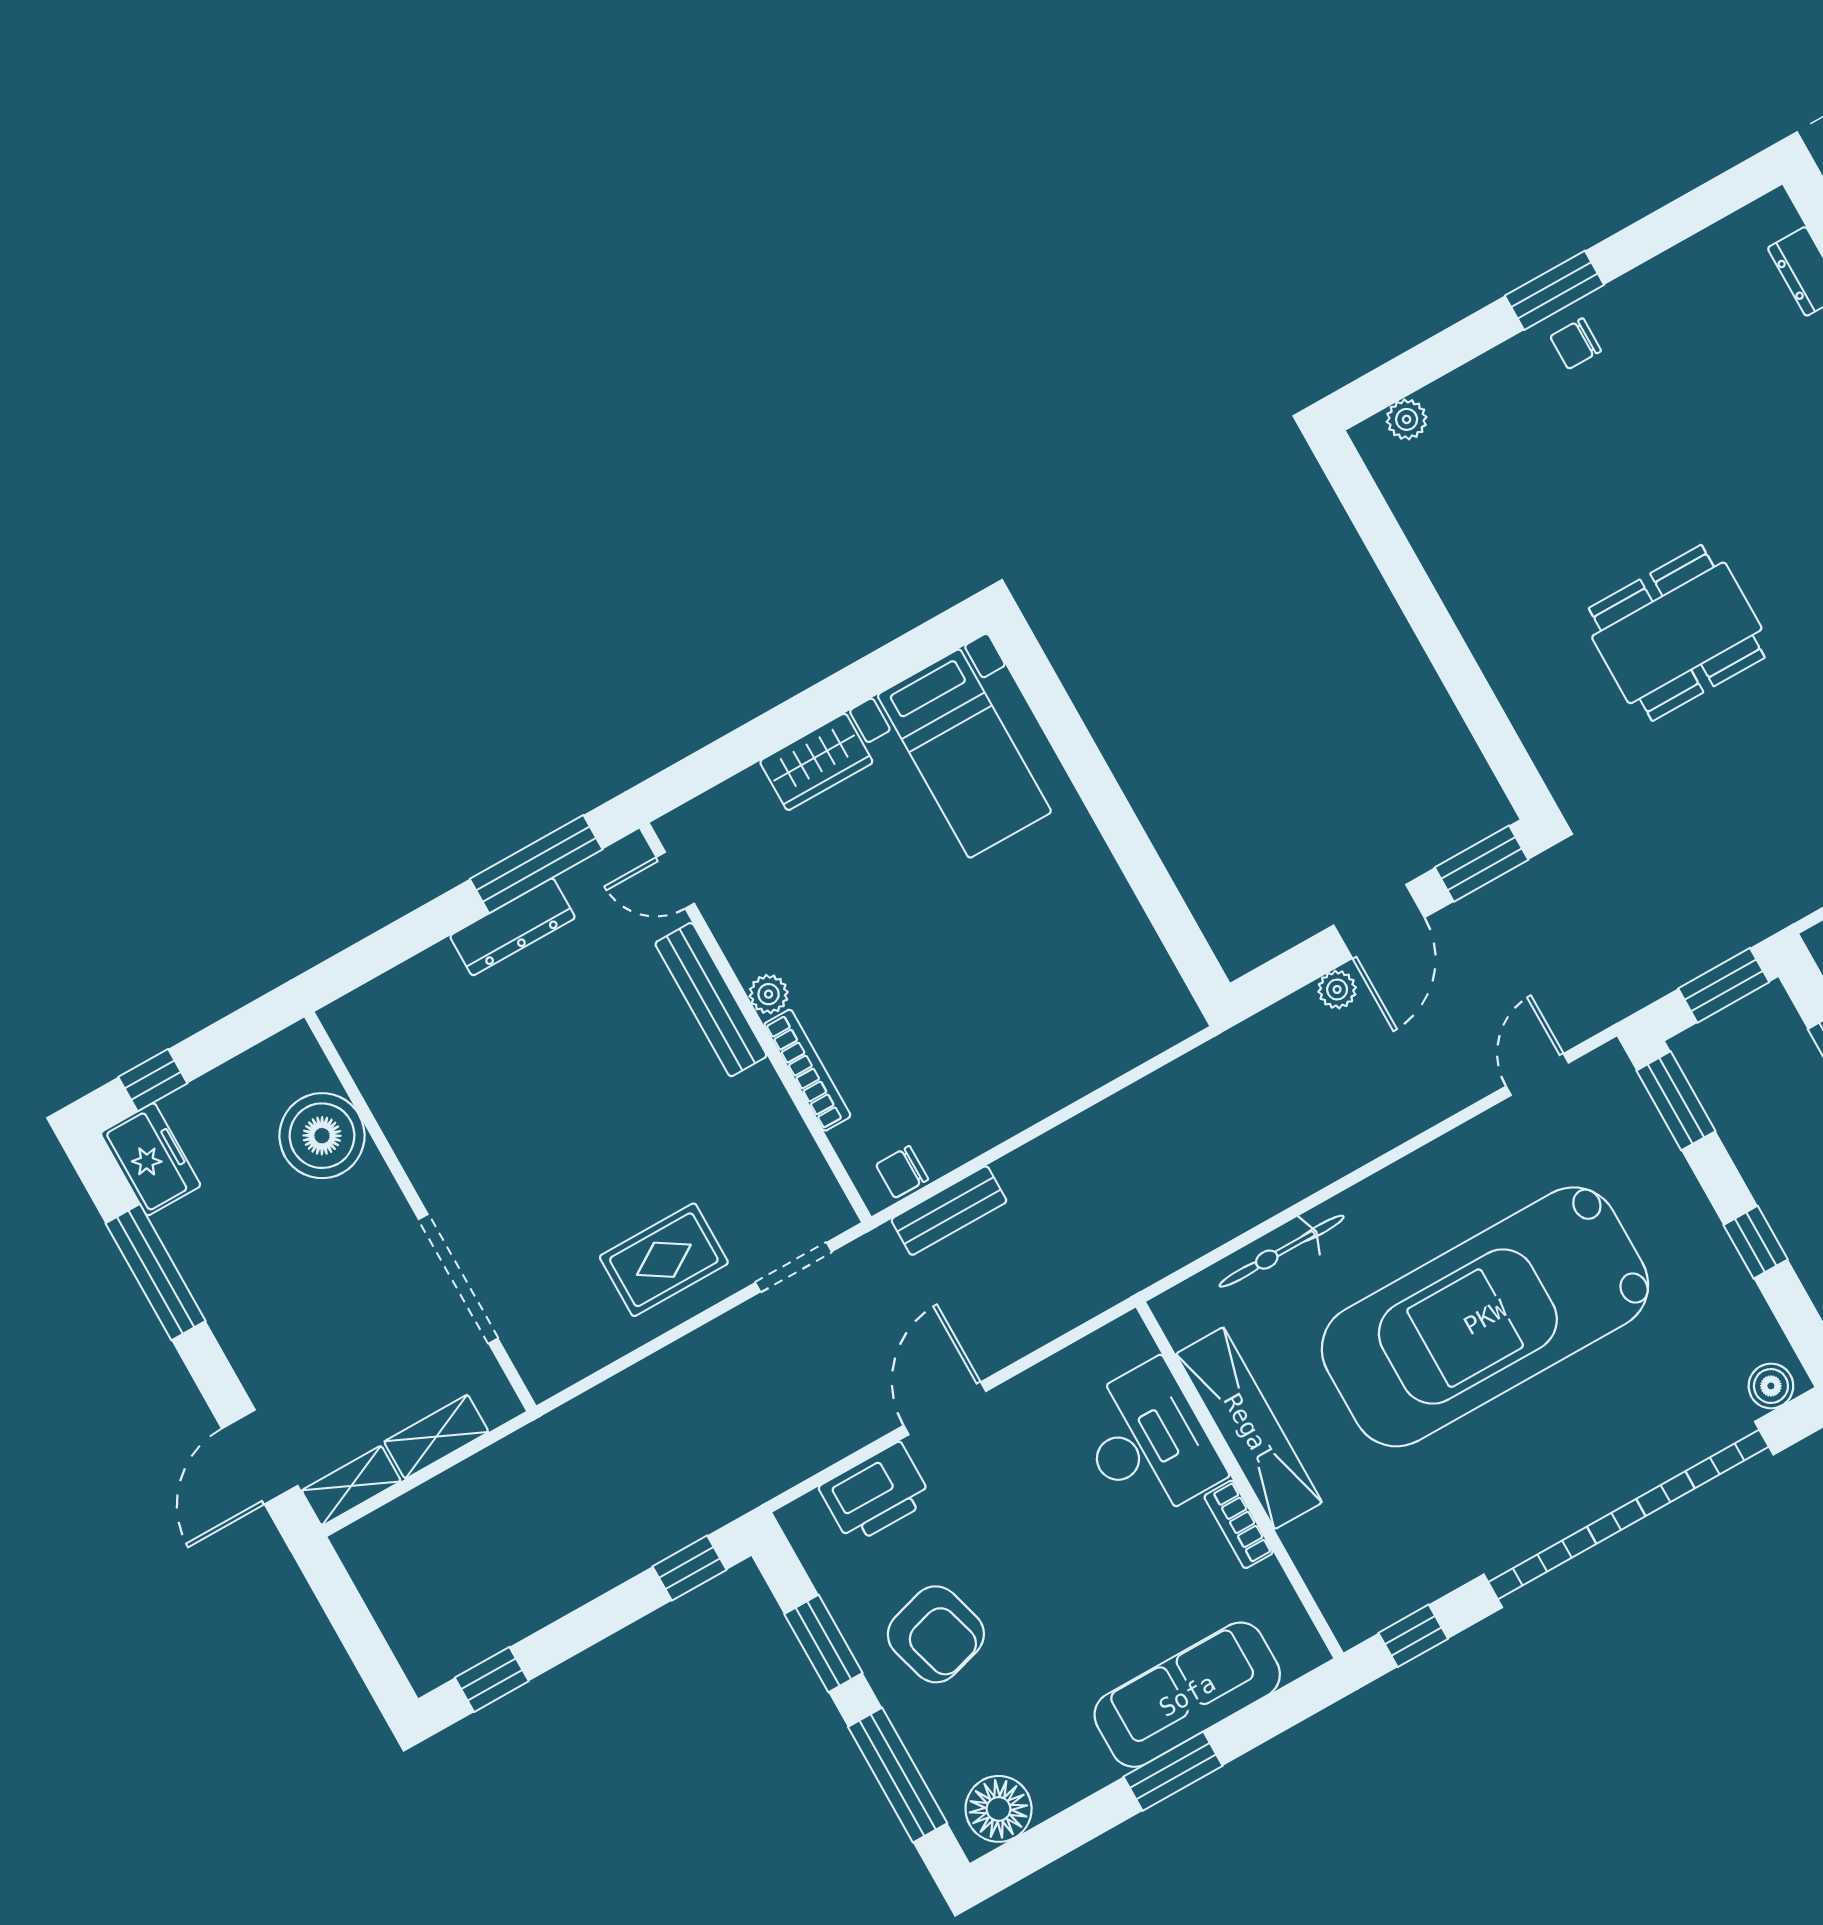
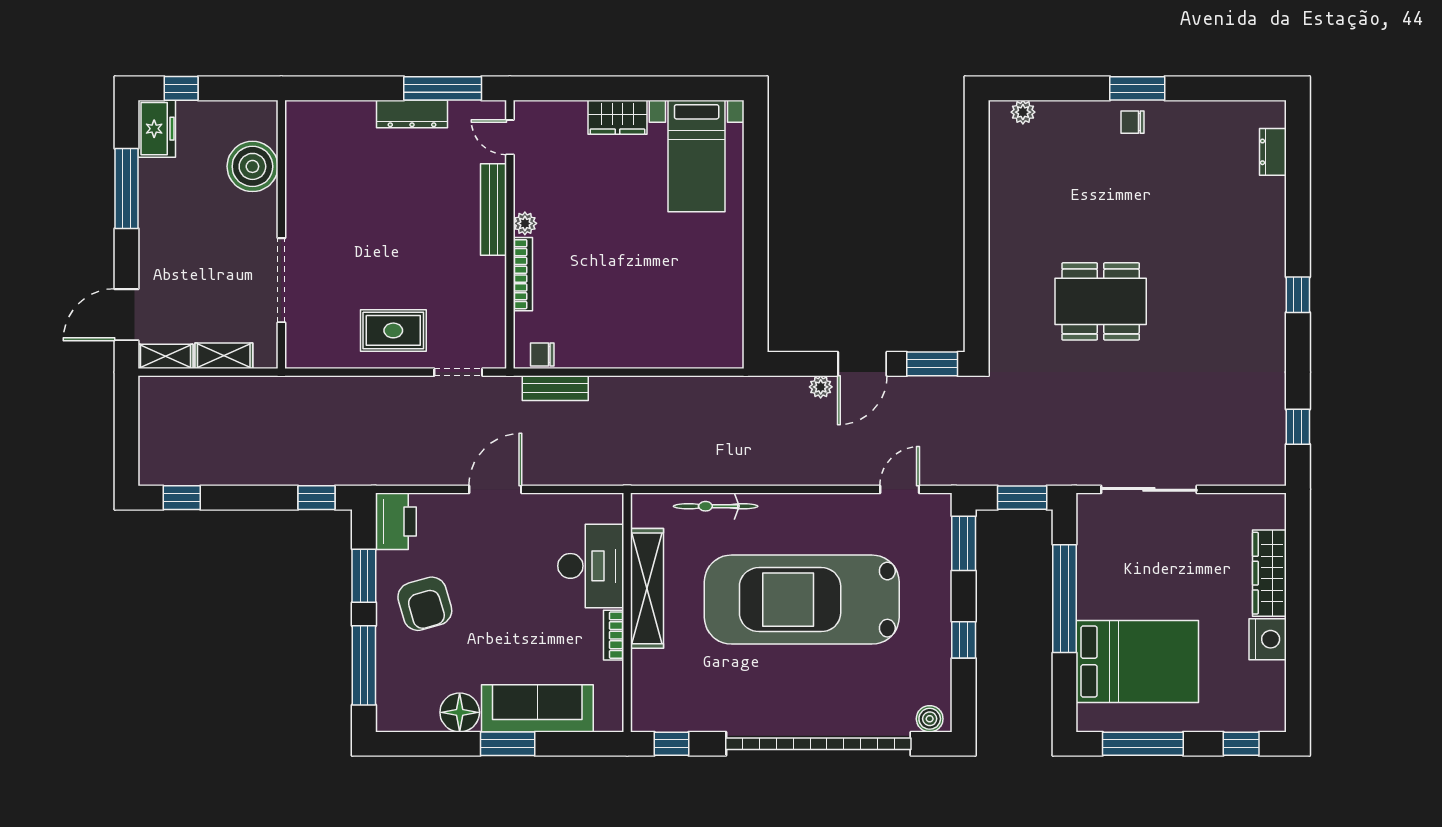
printer: (875, 1493) -> (396, 521), moved, turned -90
floor lamp: (999, 1809) -> (460, 712), moved

